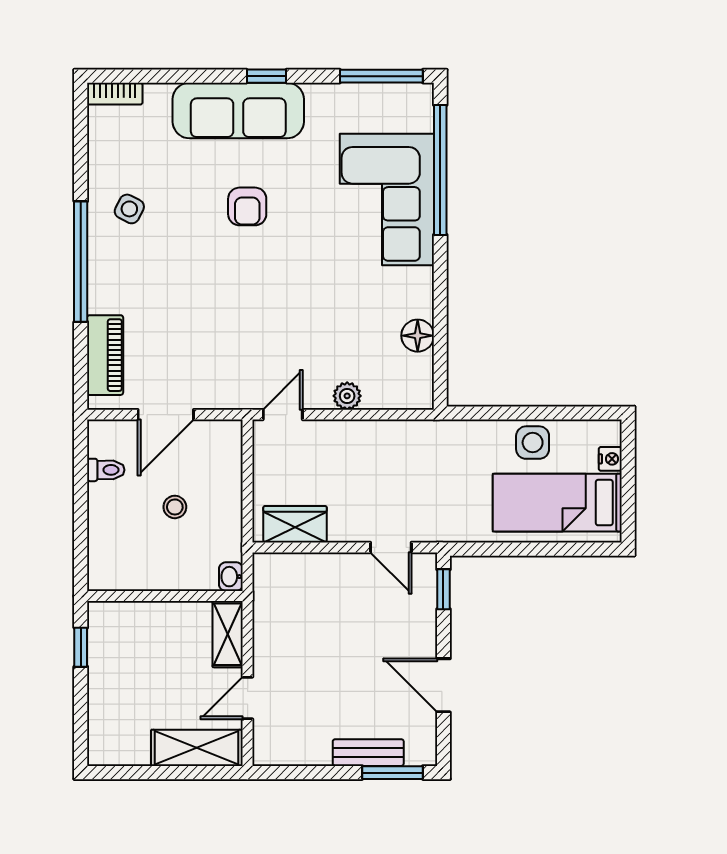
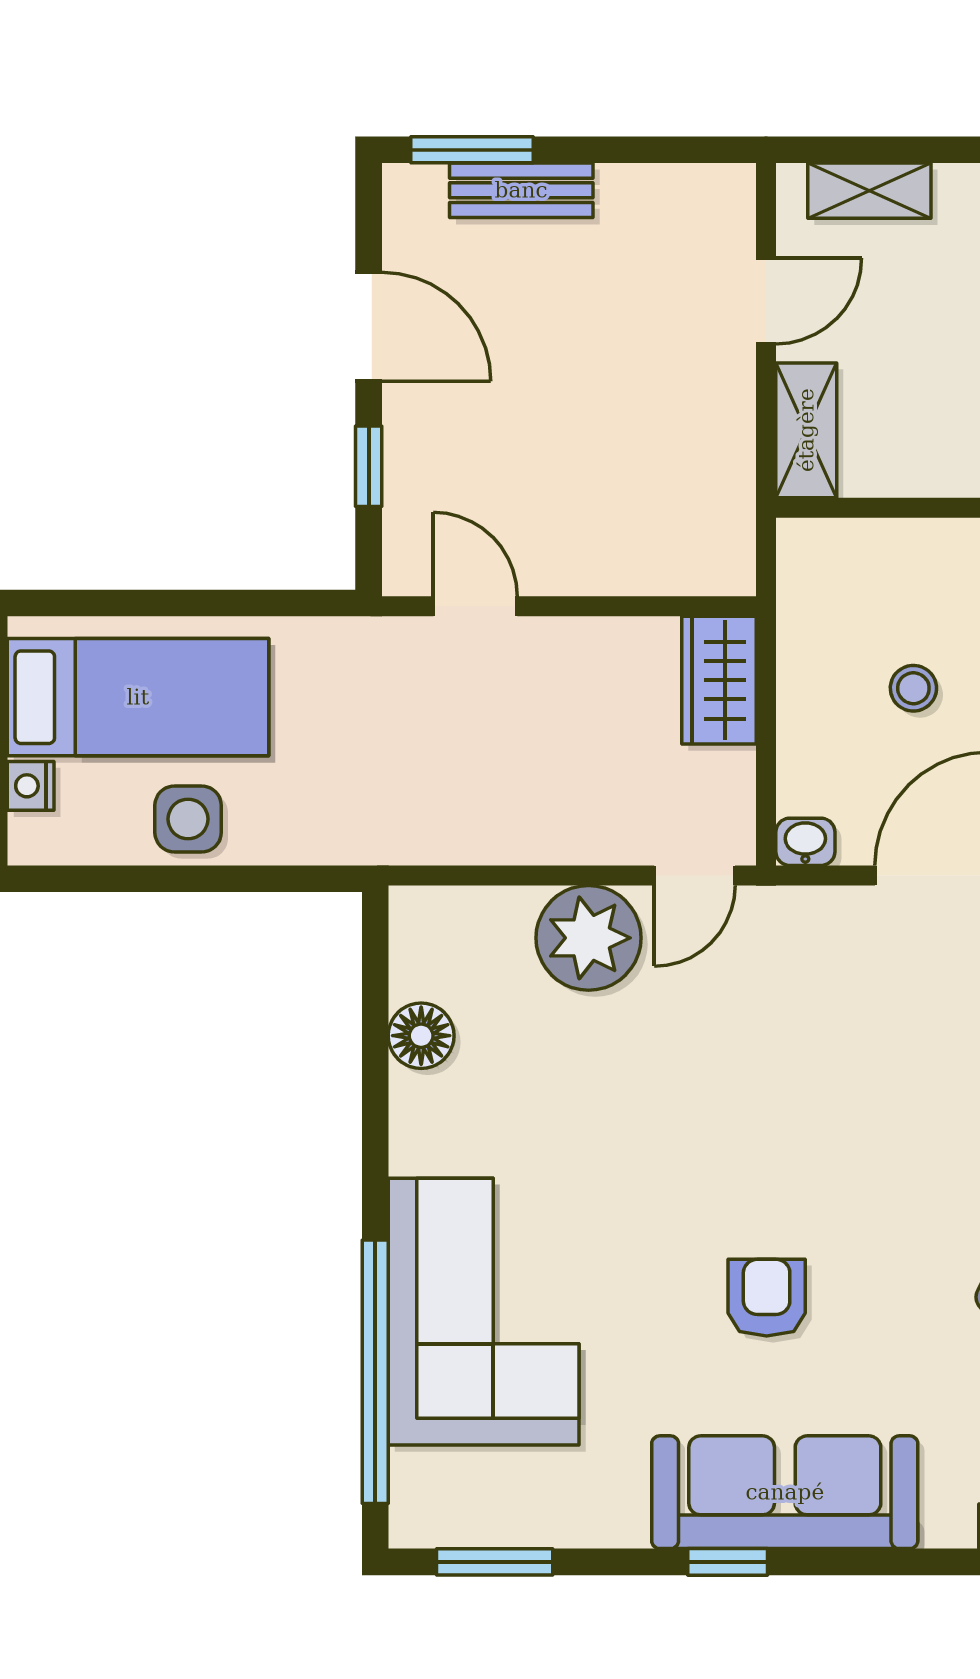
window: (381, 76) -> (495, 1562), width x0.69
plant: (347, 396) -> (589, 938), width x1.88, depth x1.88
wardrobe: (295, 524) -> (719, 680), moved, turned 90
washbasin: (231, 577) -> (805, 842), moved, turned -90
window: (443, 589) -> (369, 466), moved
shelving: (197, 748) -> (869, 191), width x0.67, depth x0.75

